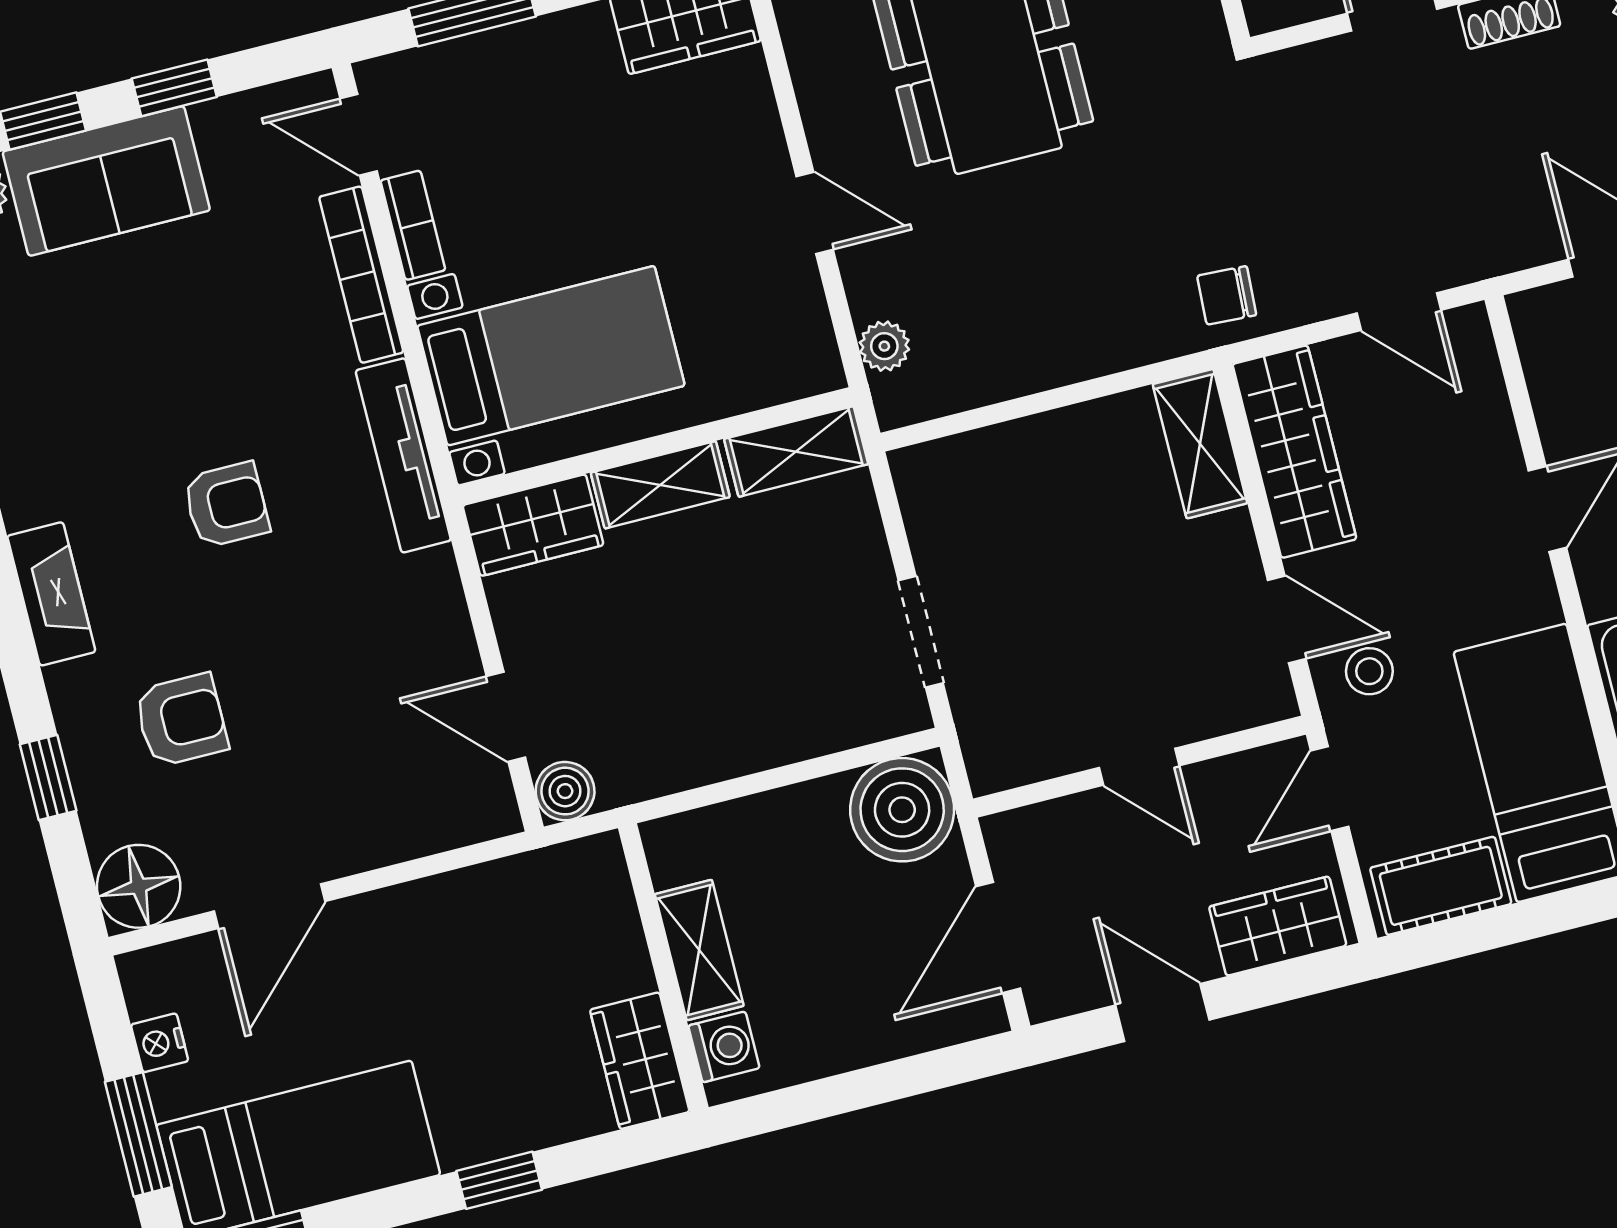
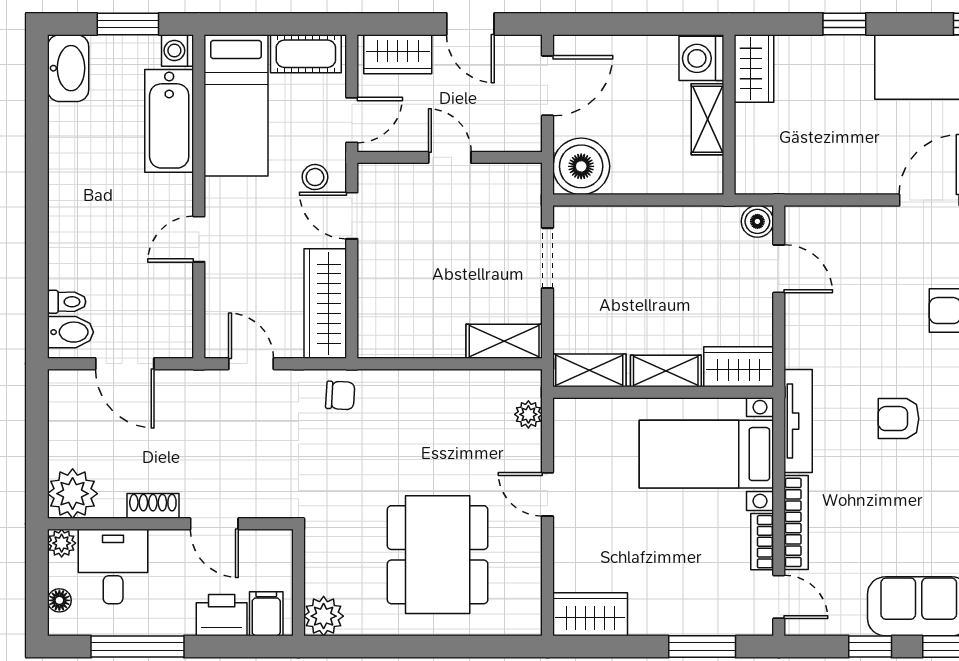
shelving: (1200, 444) -> (504, 341), moved, turned 90
washing machine: (724, 1047) -> (701, 58), width x1.38, depth x1.38

